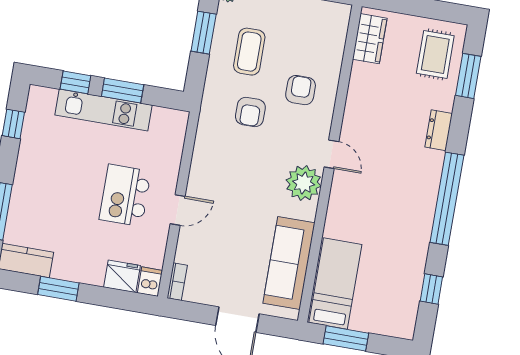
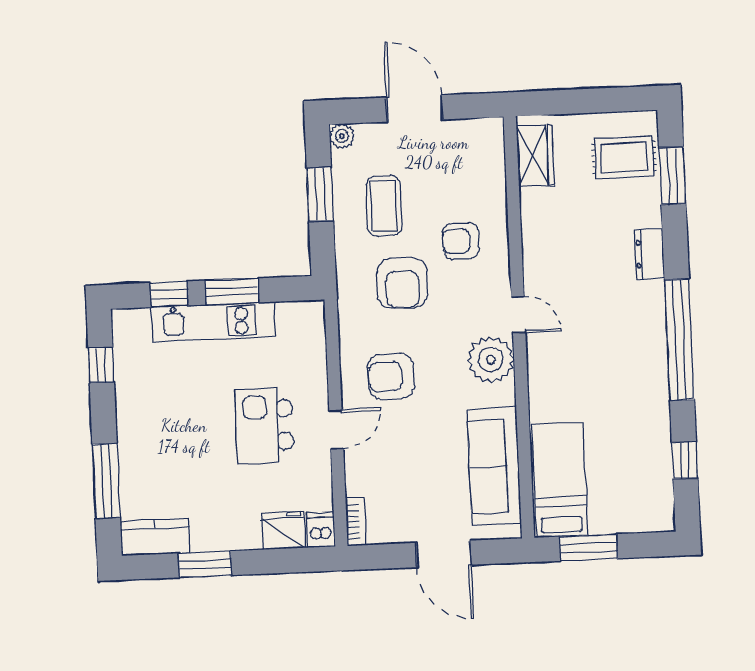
rug: (435, 54) -> (624, 157), turned 90
armchair: (301, 90) -> (461, 241), turned -90
armchair: (250, 112) -> (402, 283), width x1.38, depth x1.38
armchair: (227, 179) -> (391, 376), added

